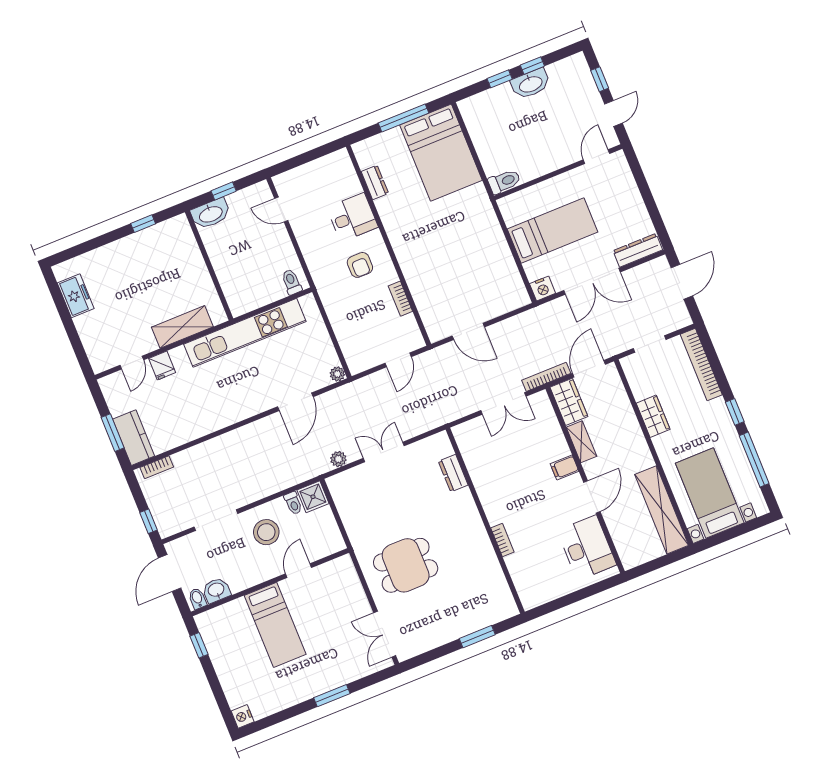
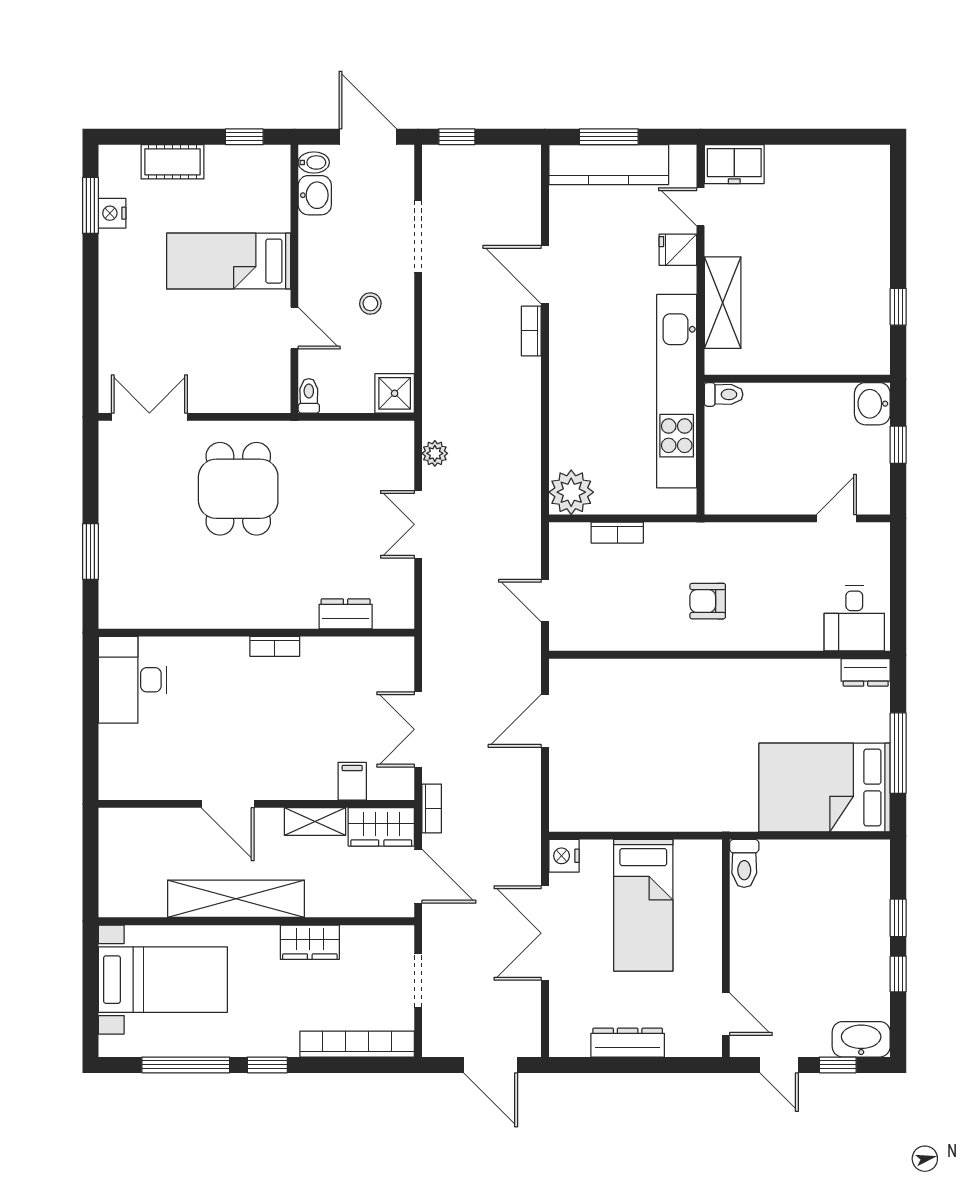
washbasin: (531, 84) -> (861, 1039), moved, turned 90
dresser: (375, 182) -> (866, 672), moved
washbasin: (211, 214) -> (872, 404), width x0.72
desk: (352, 217) -> (854, 618), moved
dresser: (638, 250) -> (628, 1043), moved, turned -90
toilet: (292, 282) -> (724, 394), moved
freezer: (76, 296) -> (734, 164), moved
bookcase: (400, 299) -> (617, 533), moved, turned 180
plant: (337, 374) -> (571, 492), width x1.88, depth x1.88
bookcase: (546, 377) -> (432, 808), width x0.64
door: (295, 402) -> (545, 275), moved
kitchen counter: (134, 438) -> (609, 165), width x1.50
double door: (384, 452) -> (418, 524), swing flipped
bookcase: (157, 467) -> (531, 331), moved
filing cabinet: (565, 467) -> (352, 781), moved
toilet: (293, 503) -> (309, 396), moved, turned 90
shelving: (662, 510) -> (236, 899), moved
stool: (266, 532) -> (370, 304), width x0.53, depth x0.53
bookcase: (502, 540) -> (275, 646), moved
desk: (587, 548) -> (132, 680), moved, turned 90
cot: (231, 681) -> (172, 162), added
window: (332, 696) -> (90, 205), moved
nightstand: (243, 716) -> (112, 213), moved, turned -90

